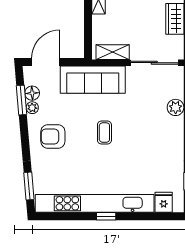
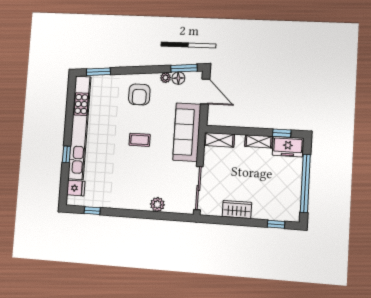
shelving: (113, 52) -> (219, 140), moved, turned 90
window: (22, 100) -> (184, 68), moved
armchair: (53, 136) -> (139, 94), turned 180
window: (106, 216) -> (66, 154), moved

